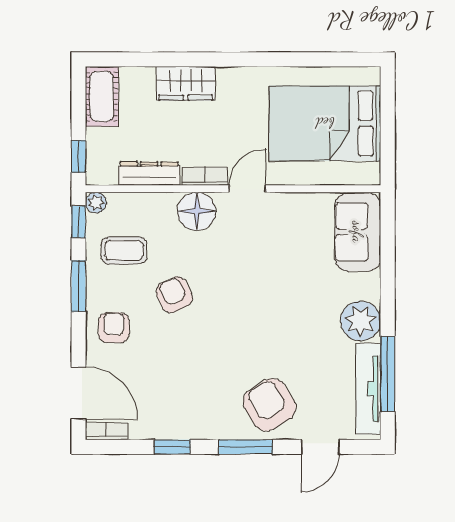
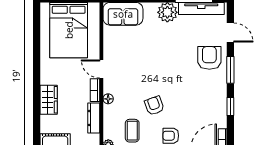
floor lamp: (197, 211) -> (108, 99), width x0.53, depth x0.53
armchair: (174, 295) -> (154, 106), turned 97
armchair: (269, 405) -> (209, 58), turned 122

